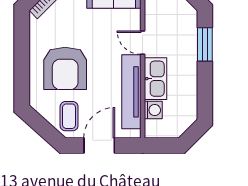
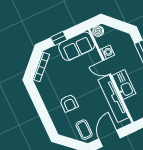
armchair: (65, 68) -> (69, 103), width x0.53, depth x0.53
washing machine: (153, 110) -> (107, 52), moved

